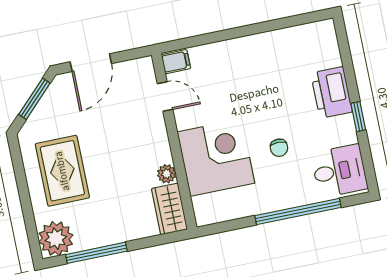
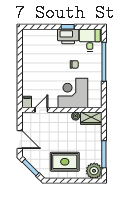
printer: (332, 92) -> (68, 36), moved

